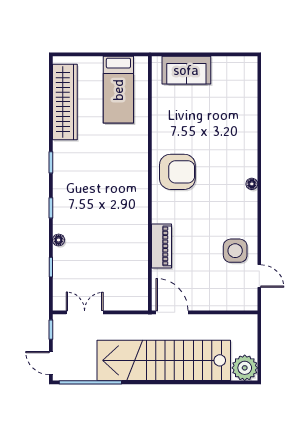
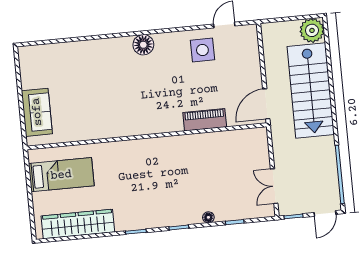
armchair: (177, 172) -> (133, 112), removed
floor lamp: (252, 184) -> (143, 45), width x1.89, depth x1.89
stairs: (164, 360) -> (311, 91), width x0.73

